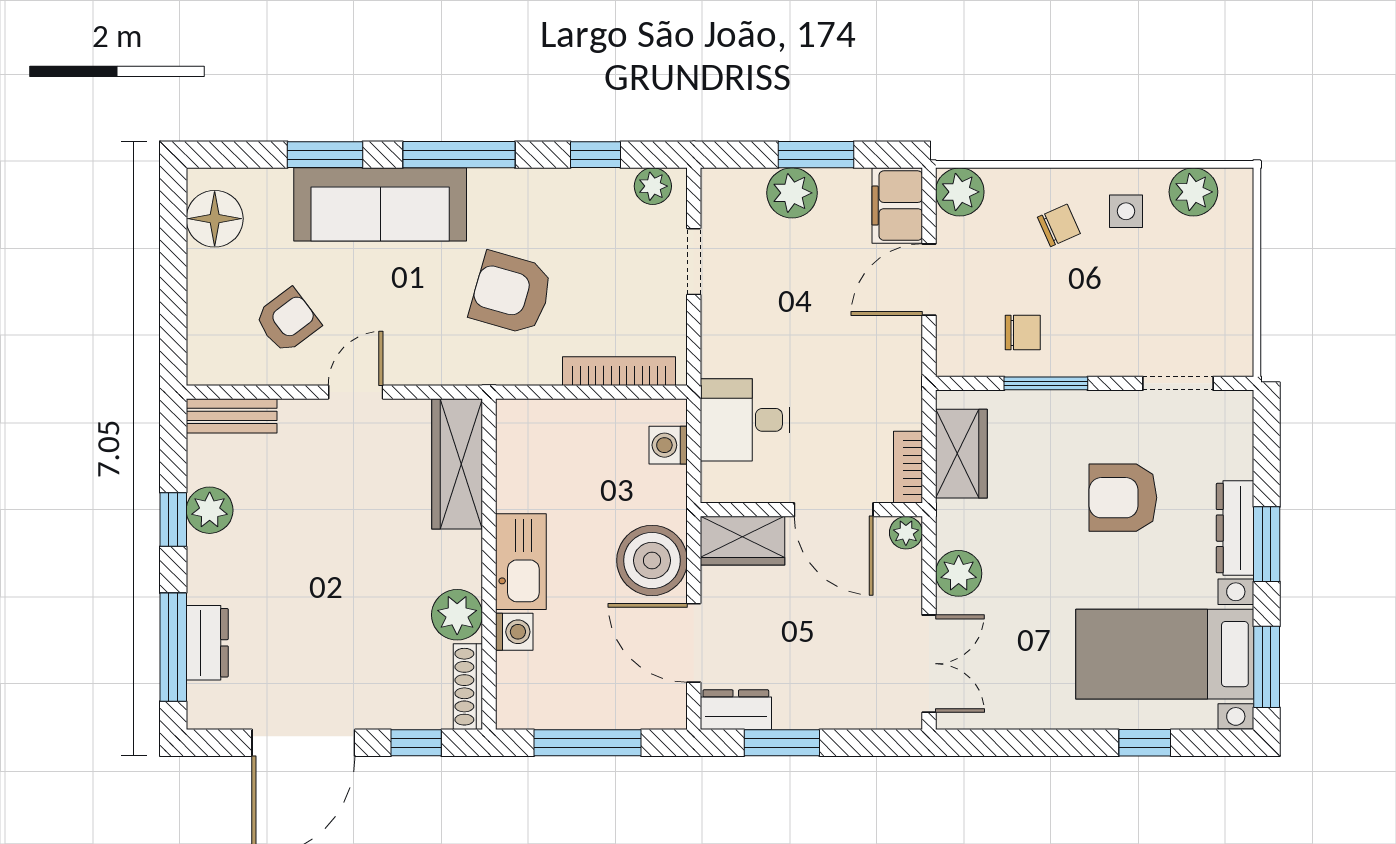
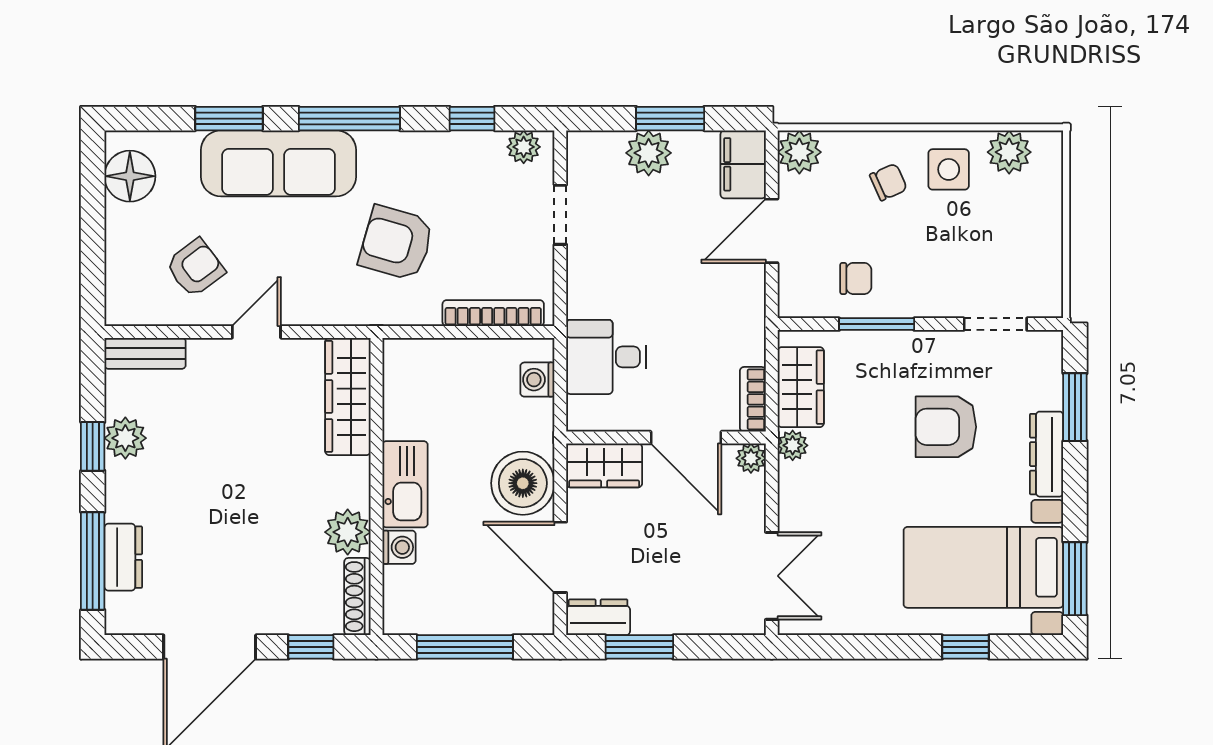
side table: (1126, 211) -> (949, 169), width x1.37, depth x1.37
window: (1267, 544) -> (1075, 407), moved
plant: (959, 573) -> (793, 445), moved, width x0.73, depth x0.73

